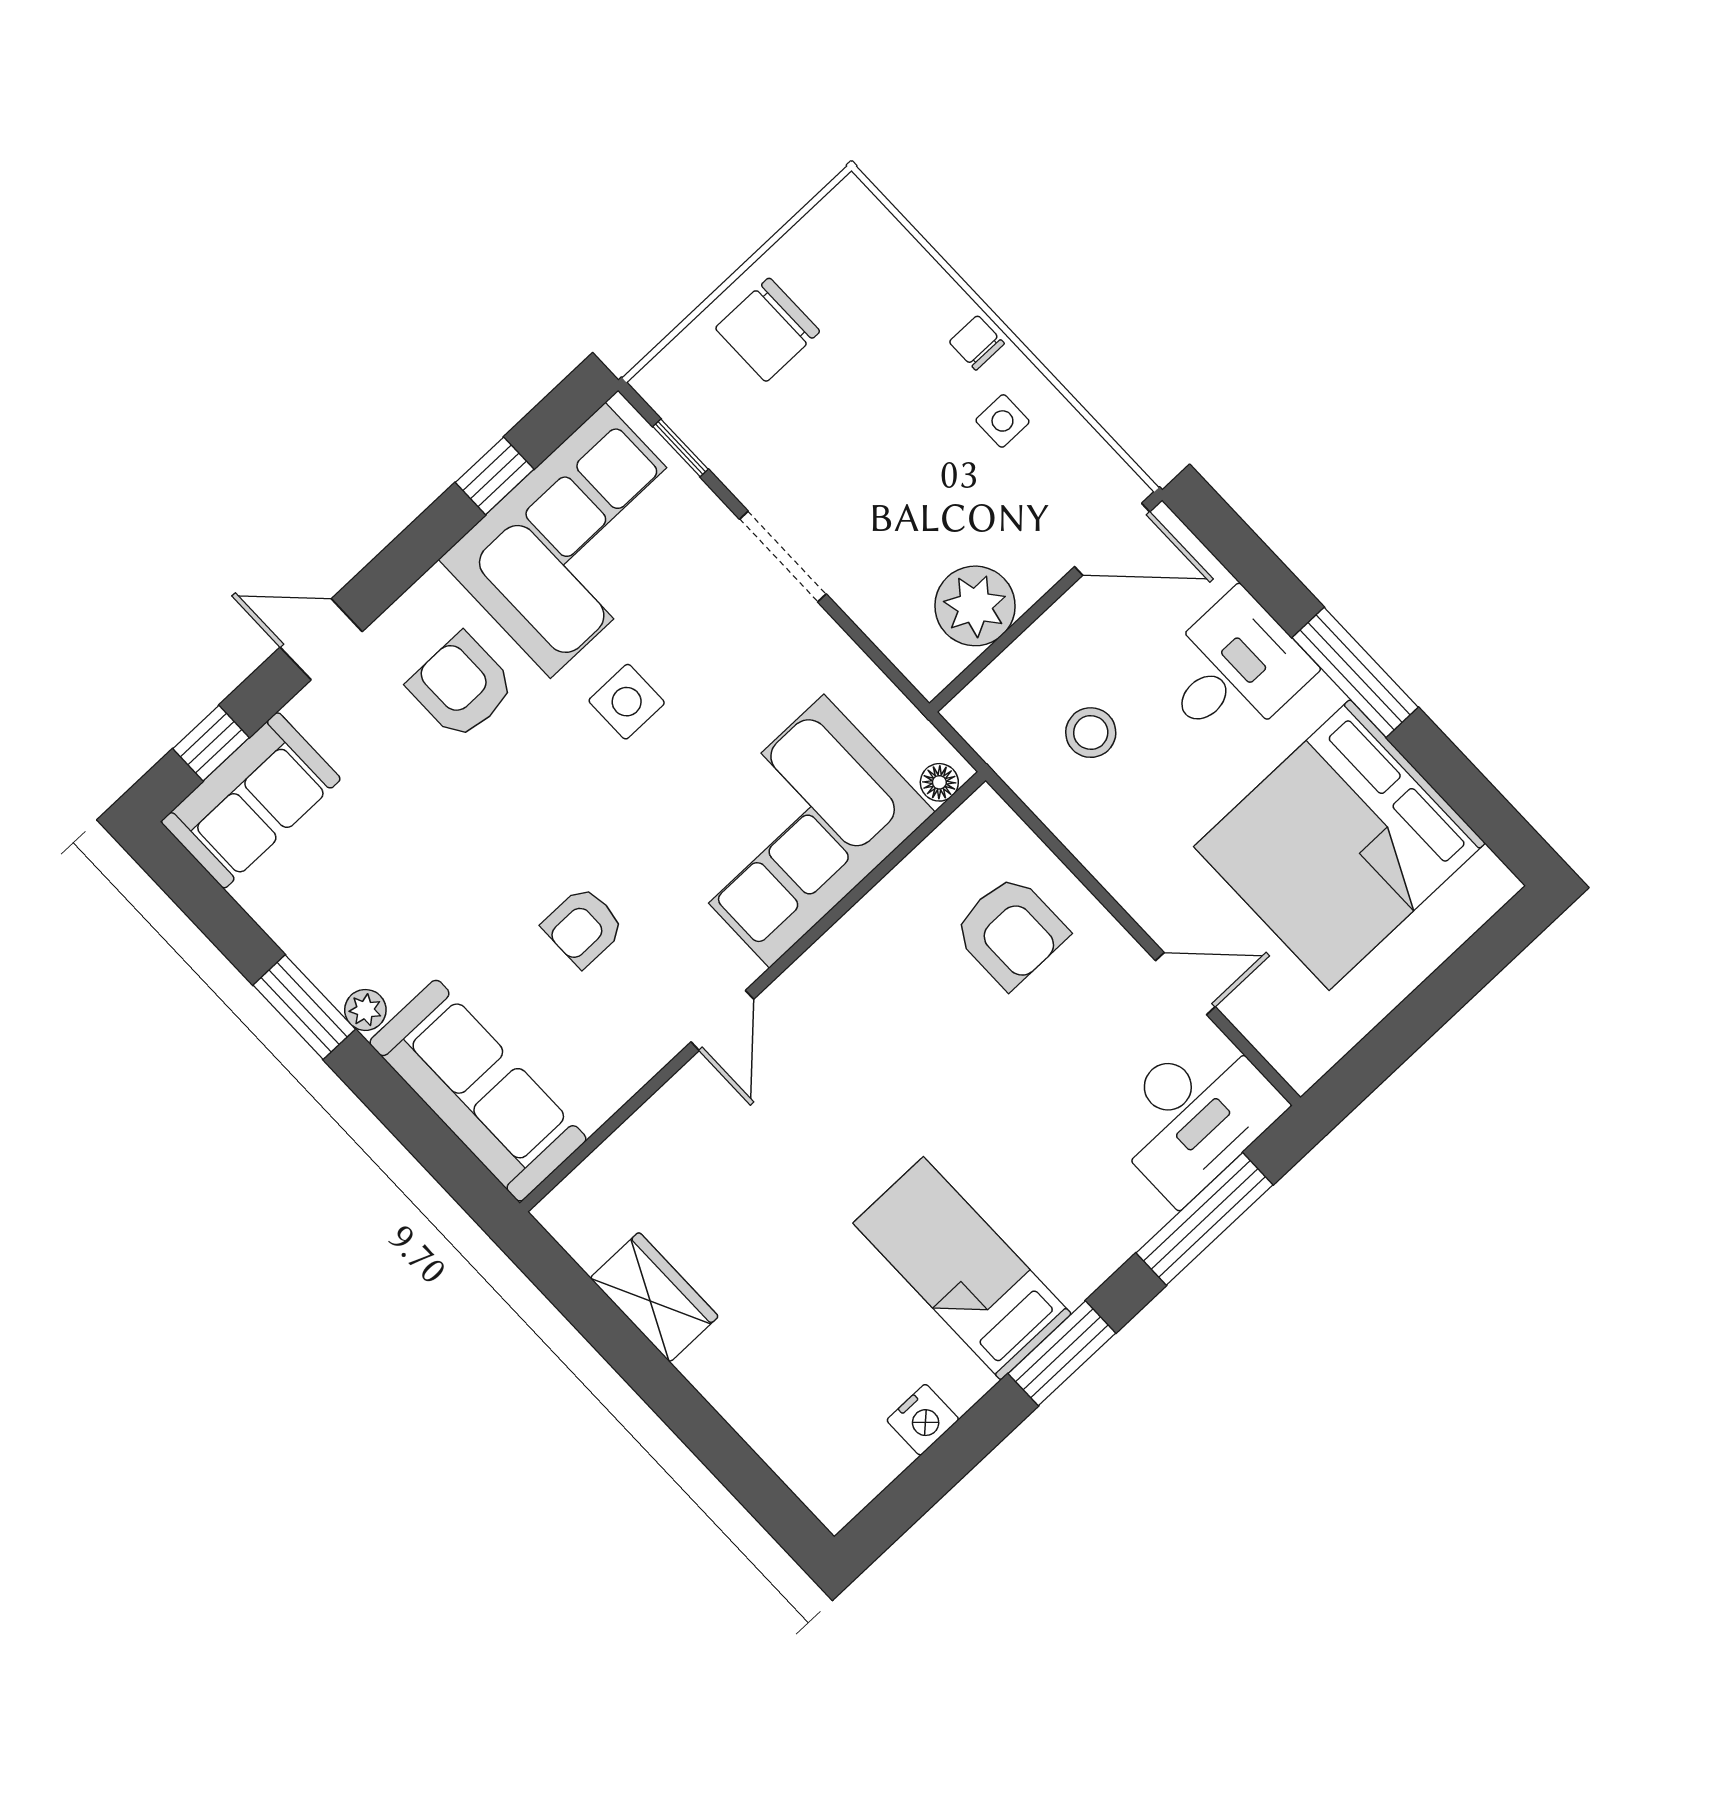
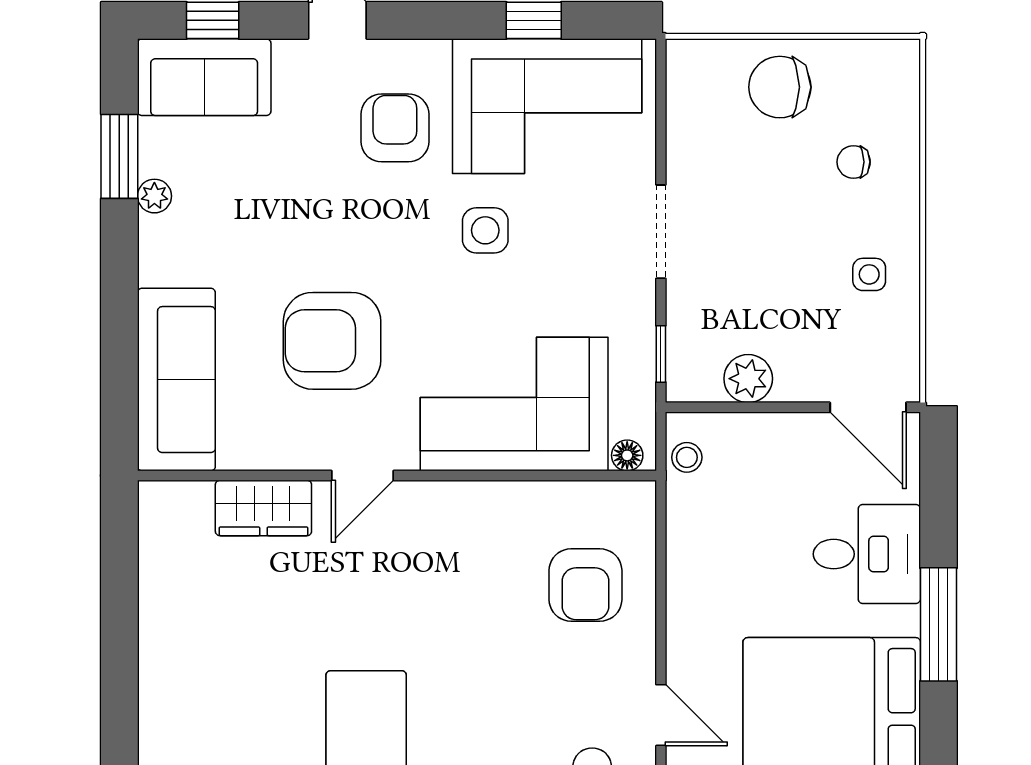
chair: (977, 343) -> (854, 162), moved, turned -90
window: (680, 448) -> (661, 354), moved
plant: (975, 606) -> (748, 379), width x0.73, depth x0.73
stool: (1091, 733) -> (687, 457), moved, width x0.73, depth x0.73
armchair: (583, 927) -> (332, 341), width x1.88, depth x1.88
window: (304, 1007) -> (119, 156), moved
plant: (365, 1010) -> (154, 196), moved
wardrobe: (654, 1297) -> (263, 508), moved, turned 90

